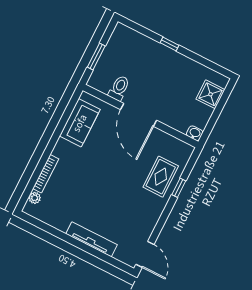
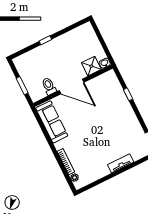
shower: (211, 94) -> (91, 66), moved
sofa: (80, 123) -> (52, 122), width x1.36
rug: (161, 177) -> (115, 100), removed
tv unit: (91, 239) -> (121, 163), width x0.71

